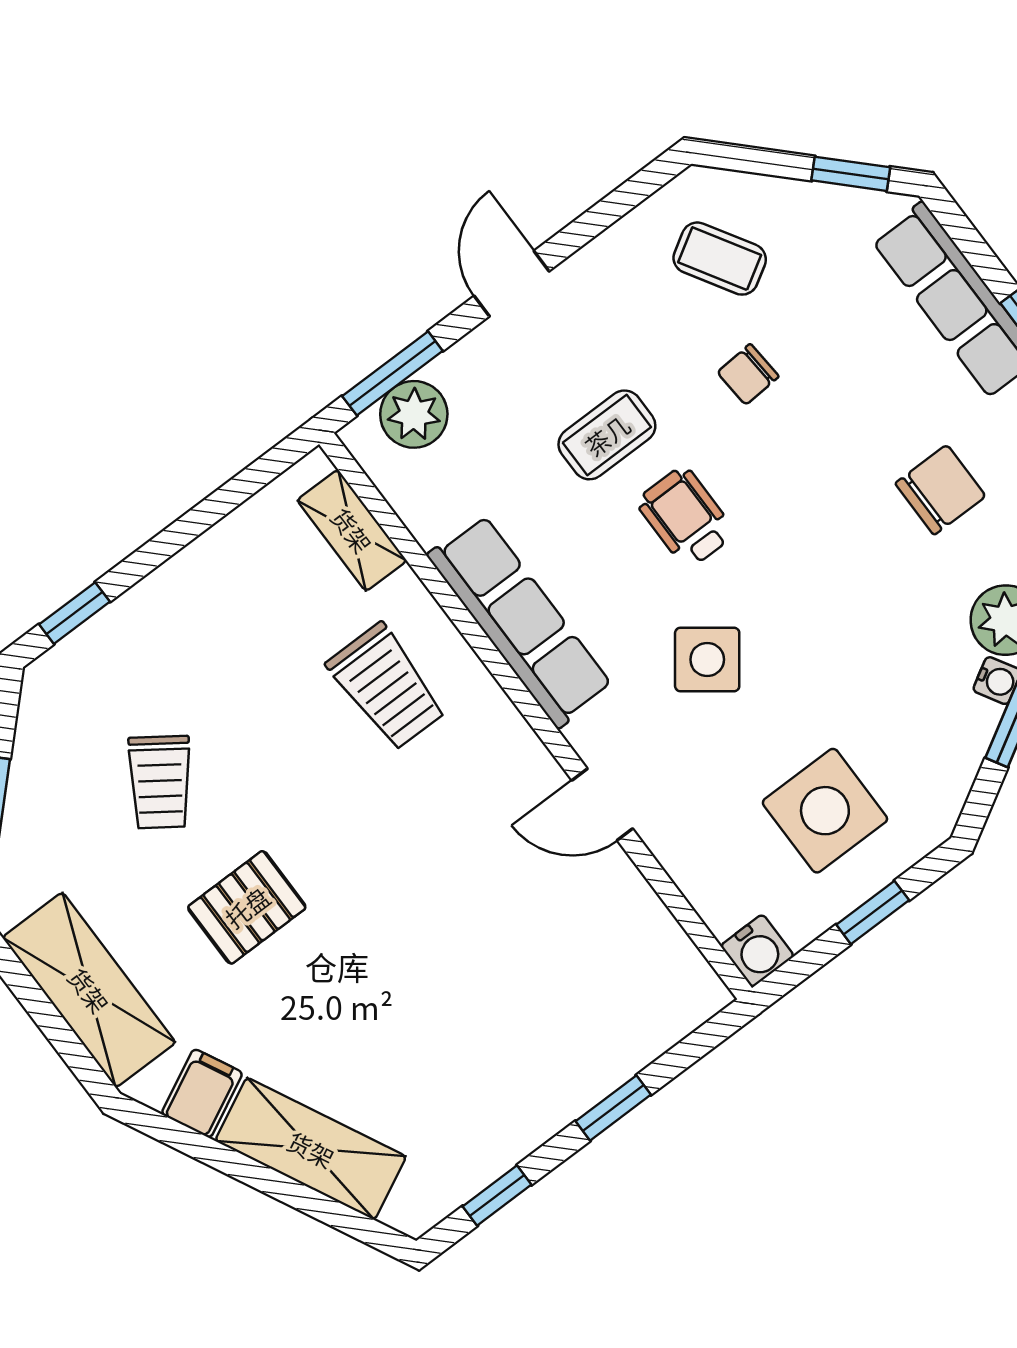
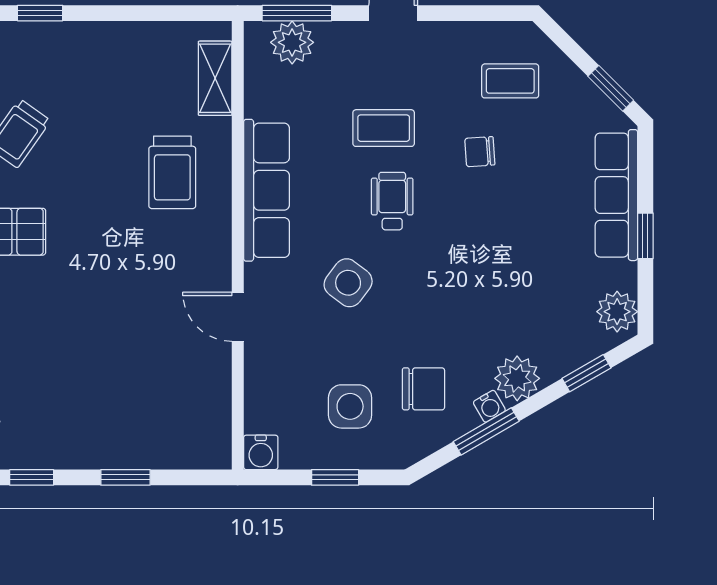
coffee table: (720, 259) -> (510, 81), turned -59
chair: (940, 490) -> (424, 389), moved
side table: (825, 811) -> (350, 406), width x0.73, depth x0.73

